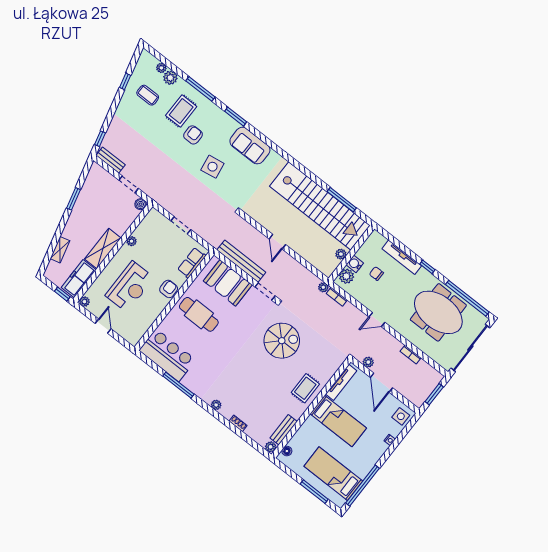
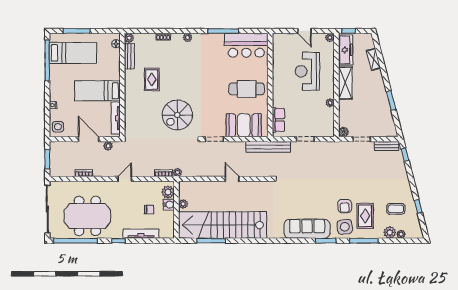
sofa: (250, 146) -> (307, 229), width x1.36
side table: (212, 167) -> (345, 227), moved
bench: (241, 261) -> (268, 147), moved
armchair: (169, 289) -> (280, 90), removed
rug: (305, 388) -> (152, 79), moved

